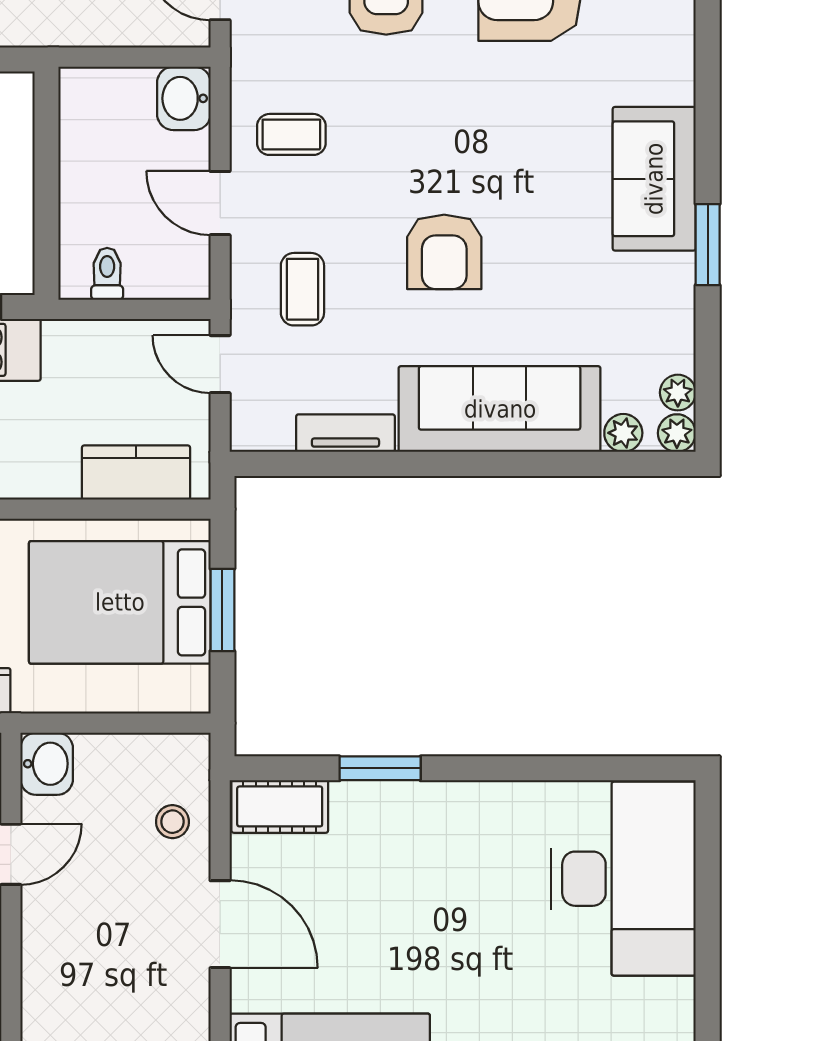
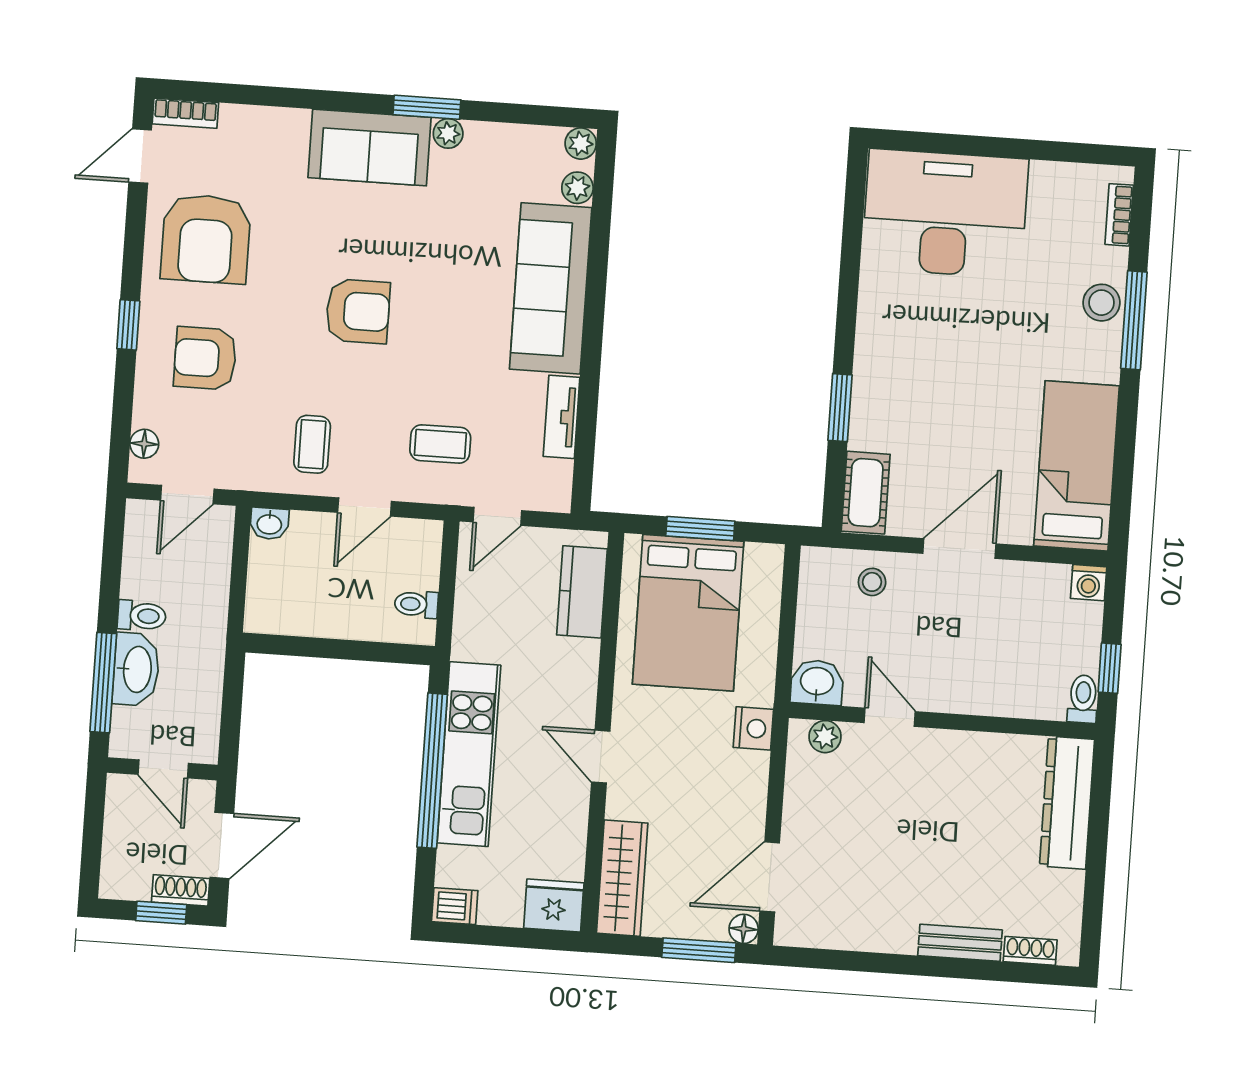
washbasin: (184, 98) -> (269, 524), width x0.72, depth x0.69
armchair: (444, 252) -> (358, 311), moved
plant: (678, 393) -> (448, 133), moved

